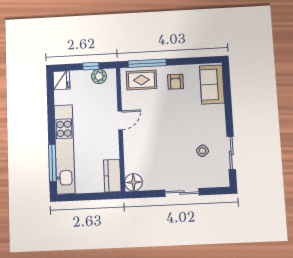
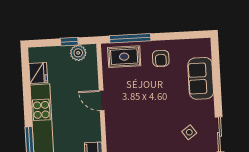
fridge: (61, 80) -> (38, 73), moved
sofa: (212, 84) -> (201, 78), moved
door: (120, 120) -> (102, 100), swing flipped

